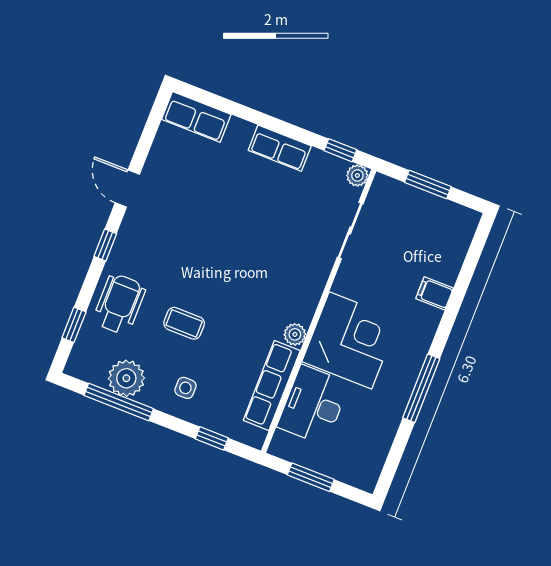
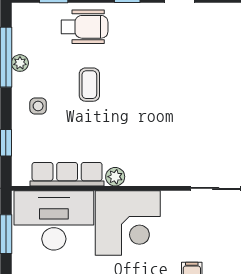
plant: (126, 378) -> (20, 63), width x0.53, depth x0.53
desk: (313, 405) -> (54, 220), width x1.36, depth x1.30

